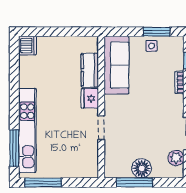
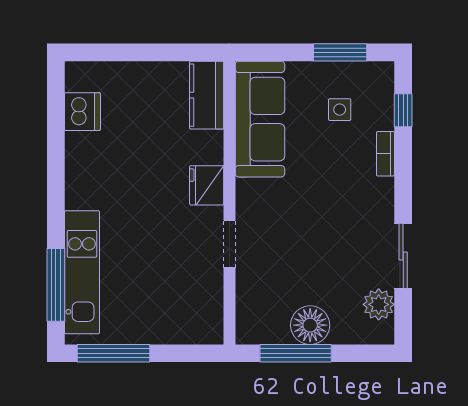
dishwasher: (28, 46) -> (82, 112), moved
side table: (151, 46) -> (340, 110), moved
kitchen counter: (90, 70) -> (207, 95), moved
kitchen unit: (27, 131) -> (82, 272), width x0.73

